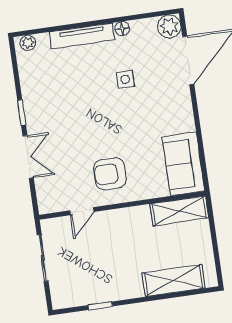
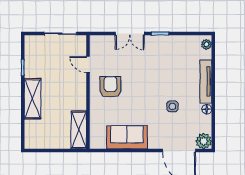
sofa: (183, 164) -> (127, 137), moved
shelving: (174, 281) -> (32, 99), moved

